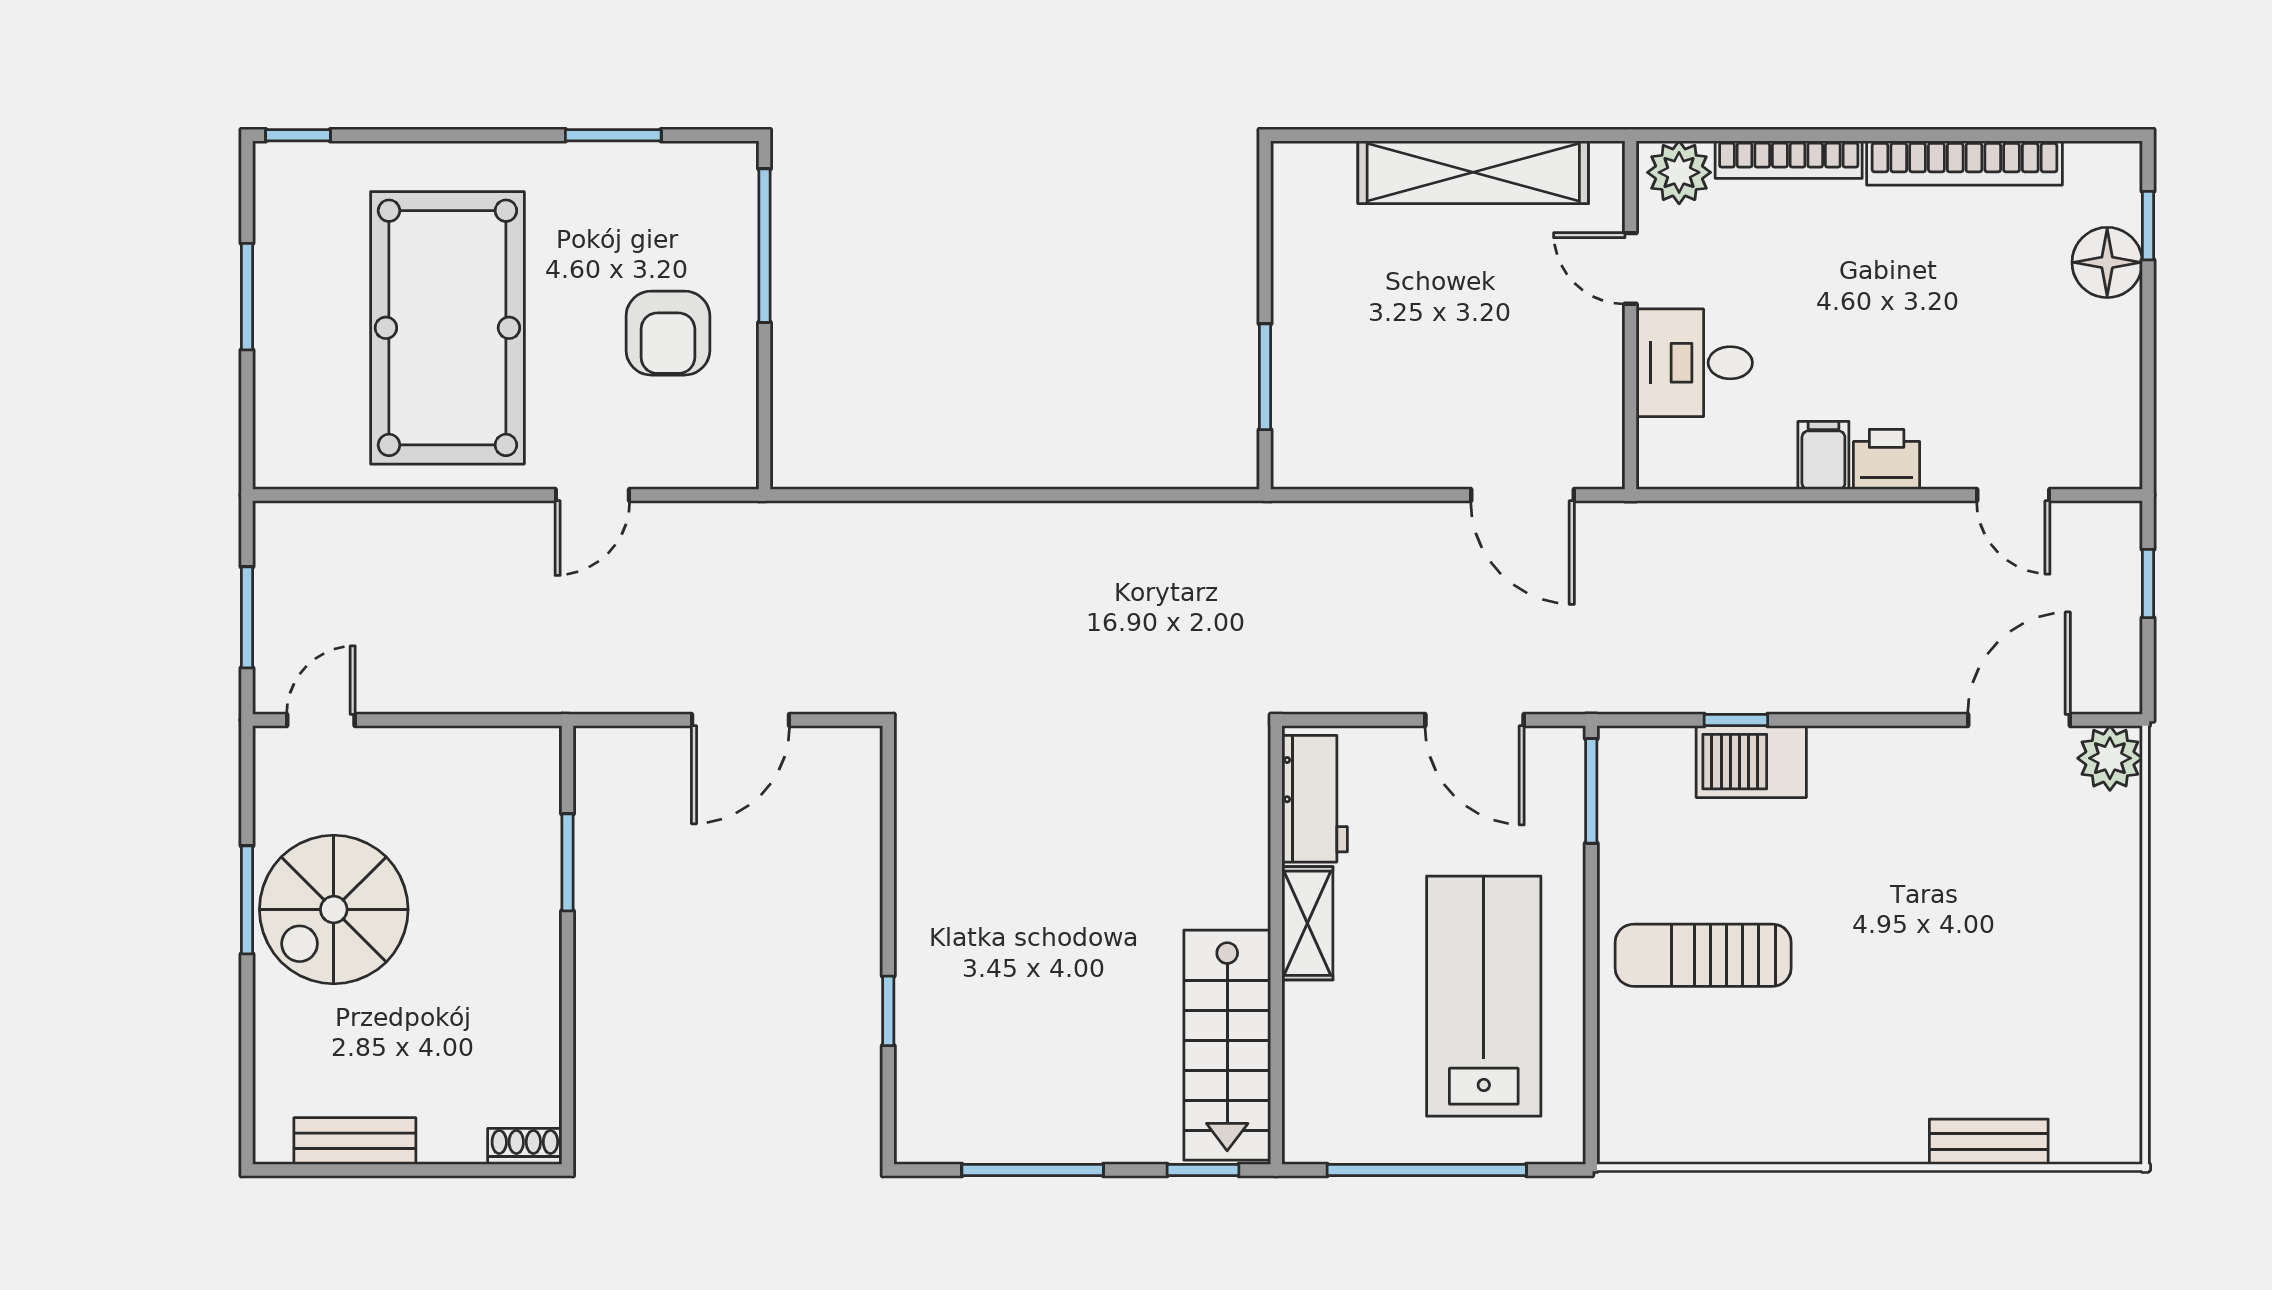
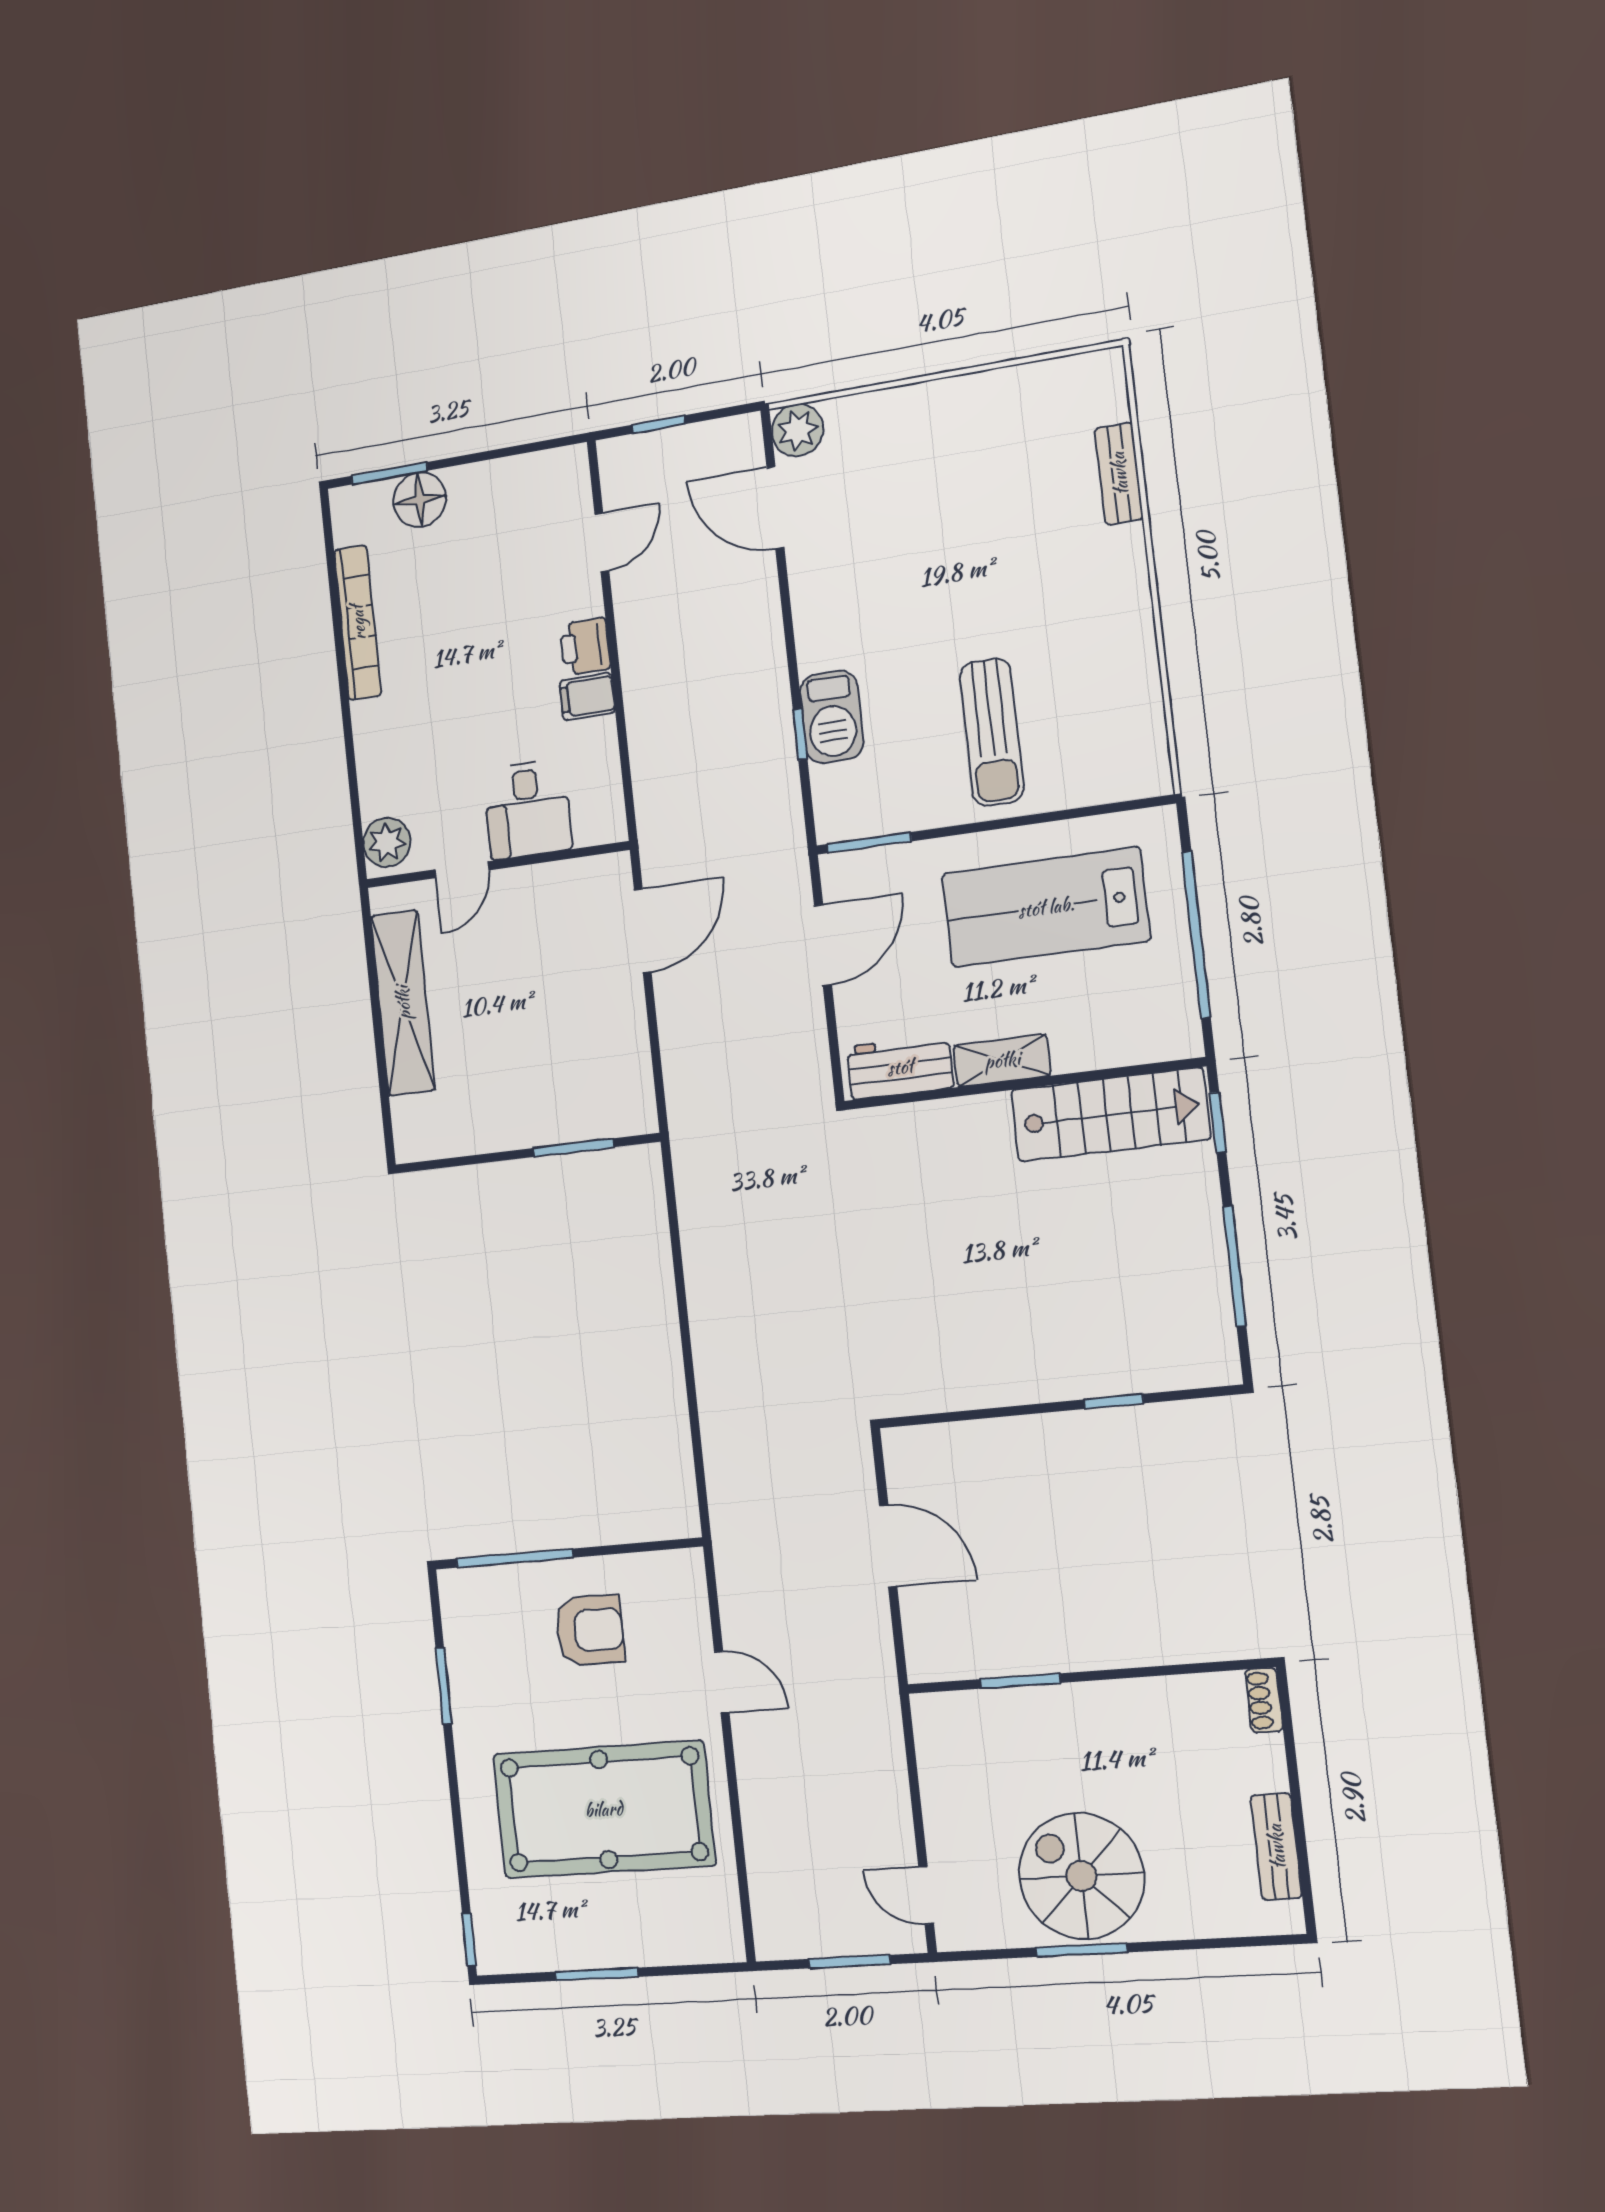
bookcase: (1789, 160) -> (369, 759), removed
window: (2148, 226) -> (389, 473), width x1.50
spiral stairs: (334, 909) -> (1081, 1876), turned 180

